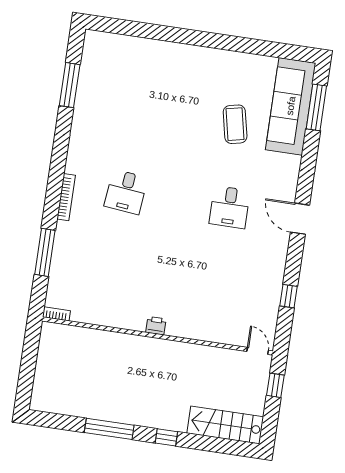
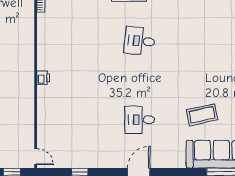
door: (258, 351) -> (36, 157), hinge flipped

